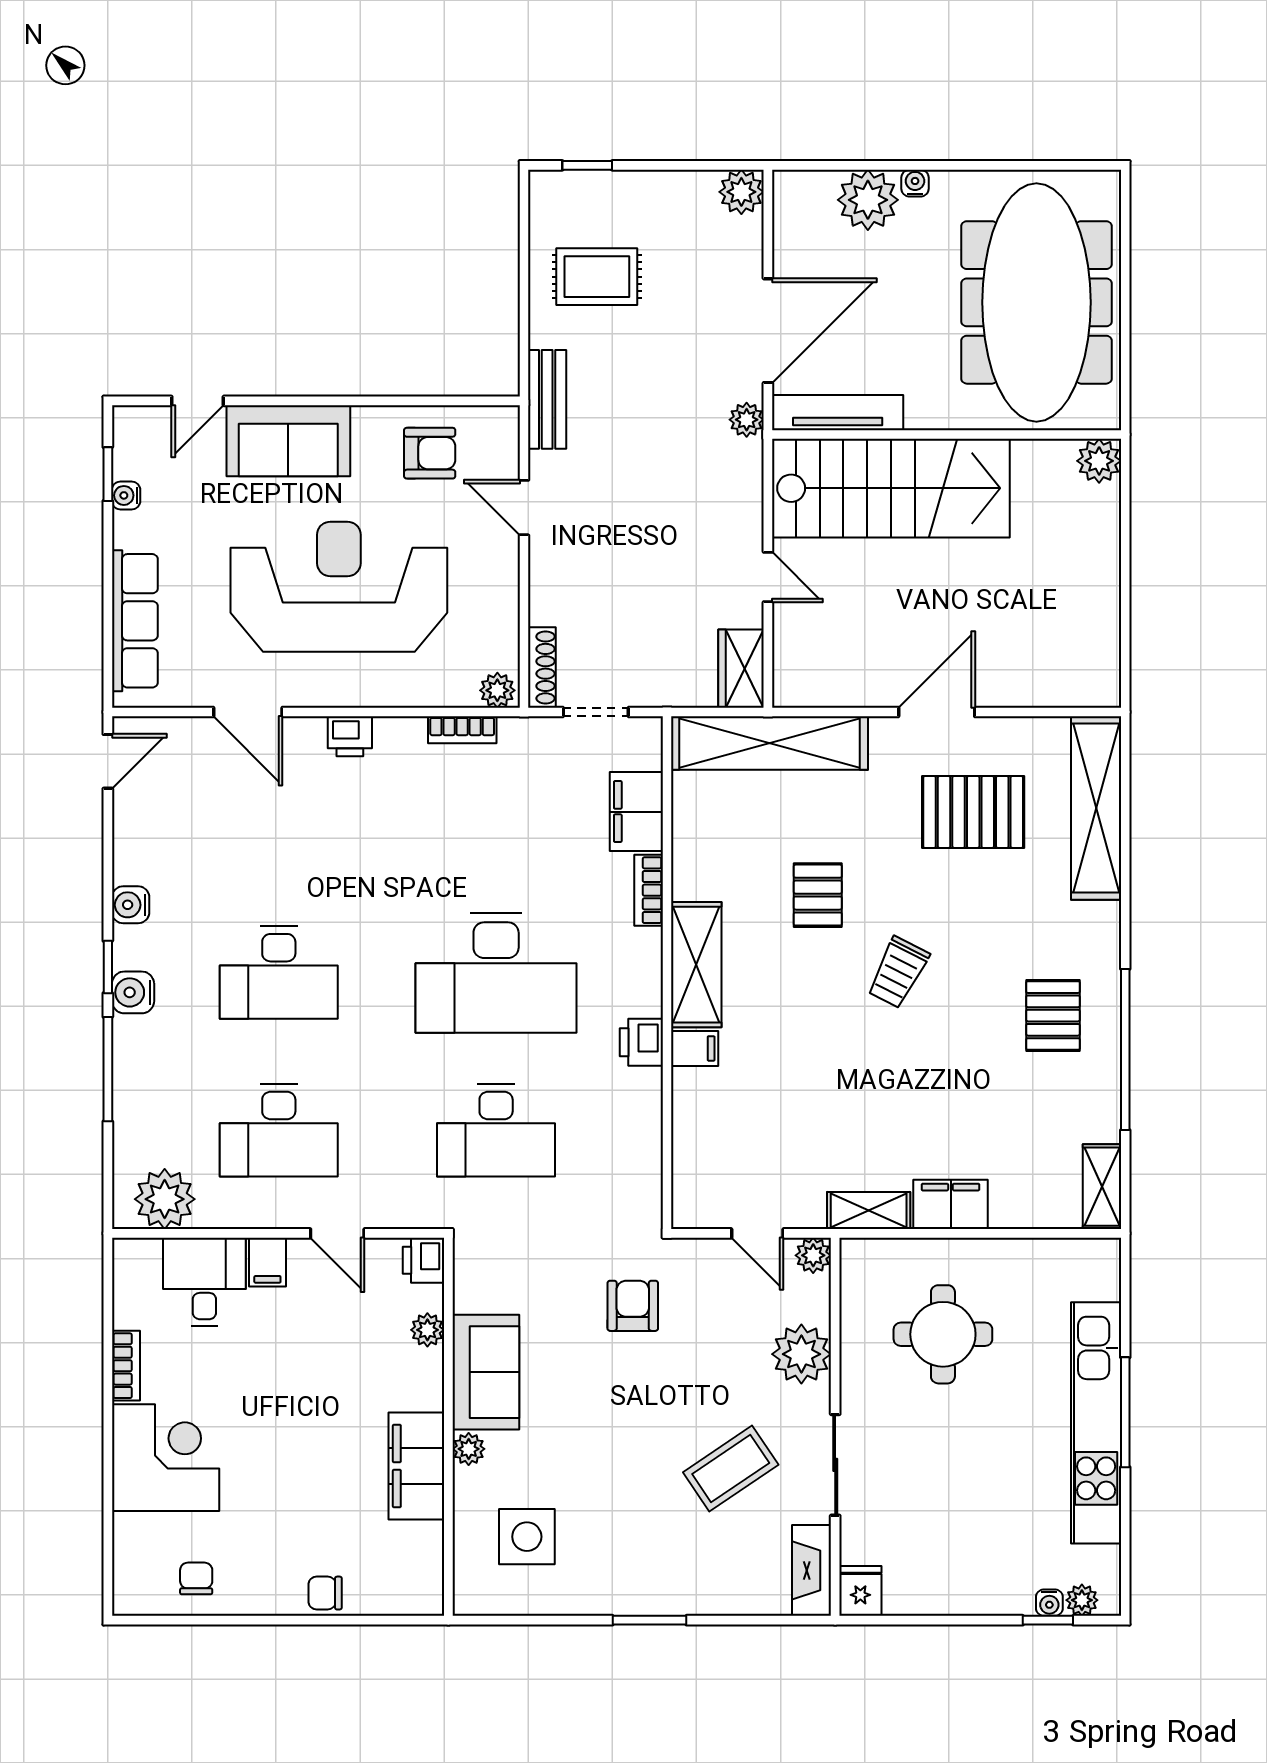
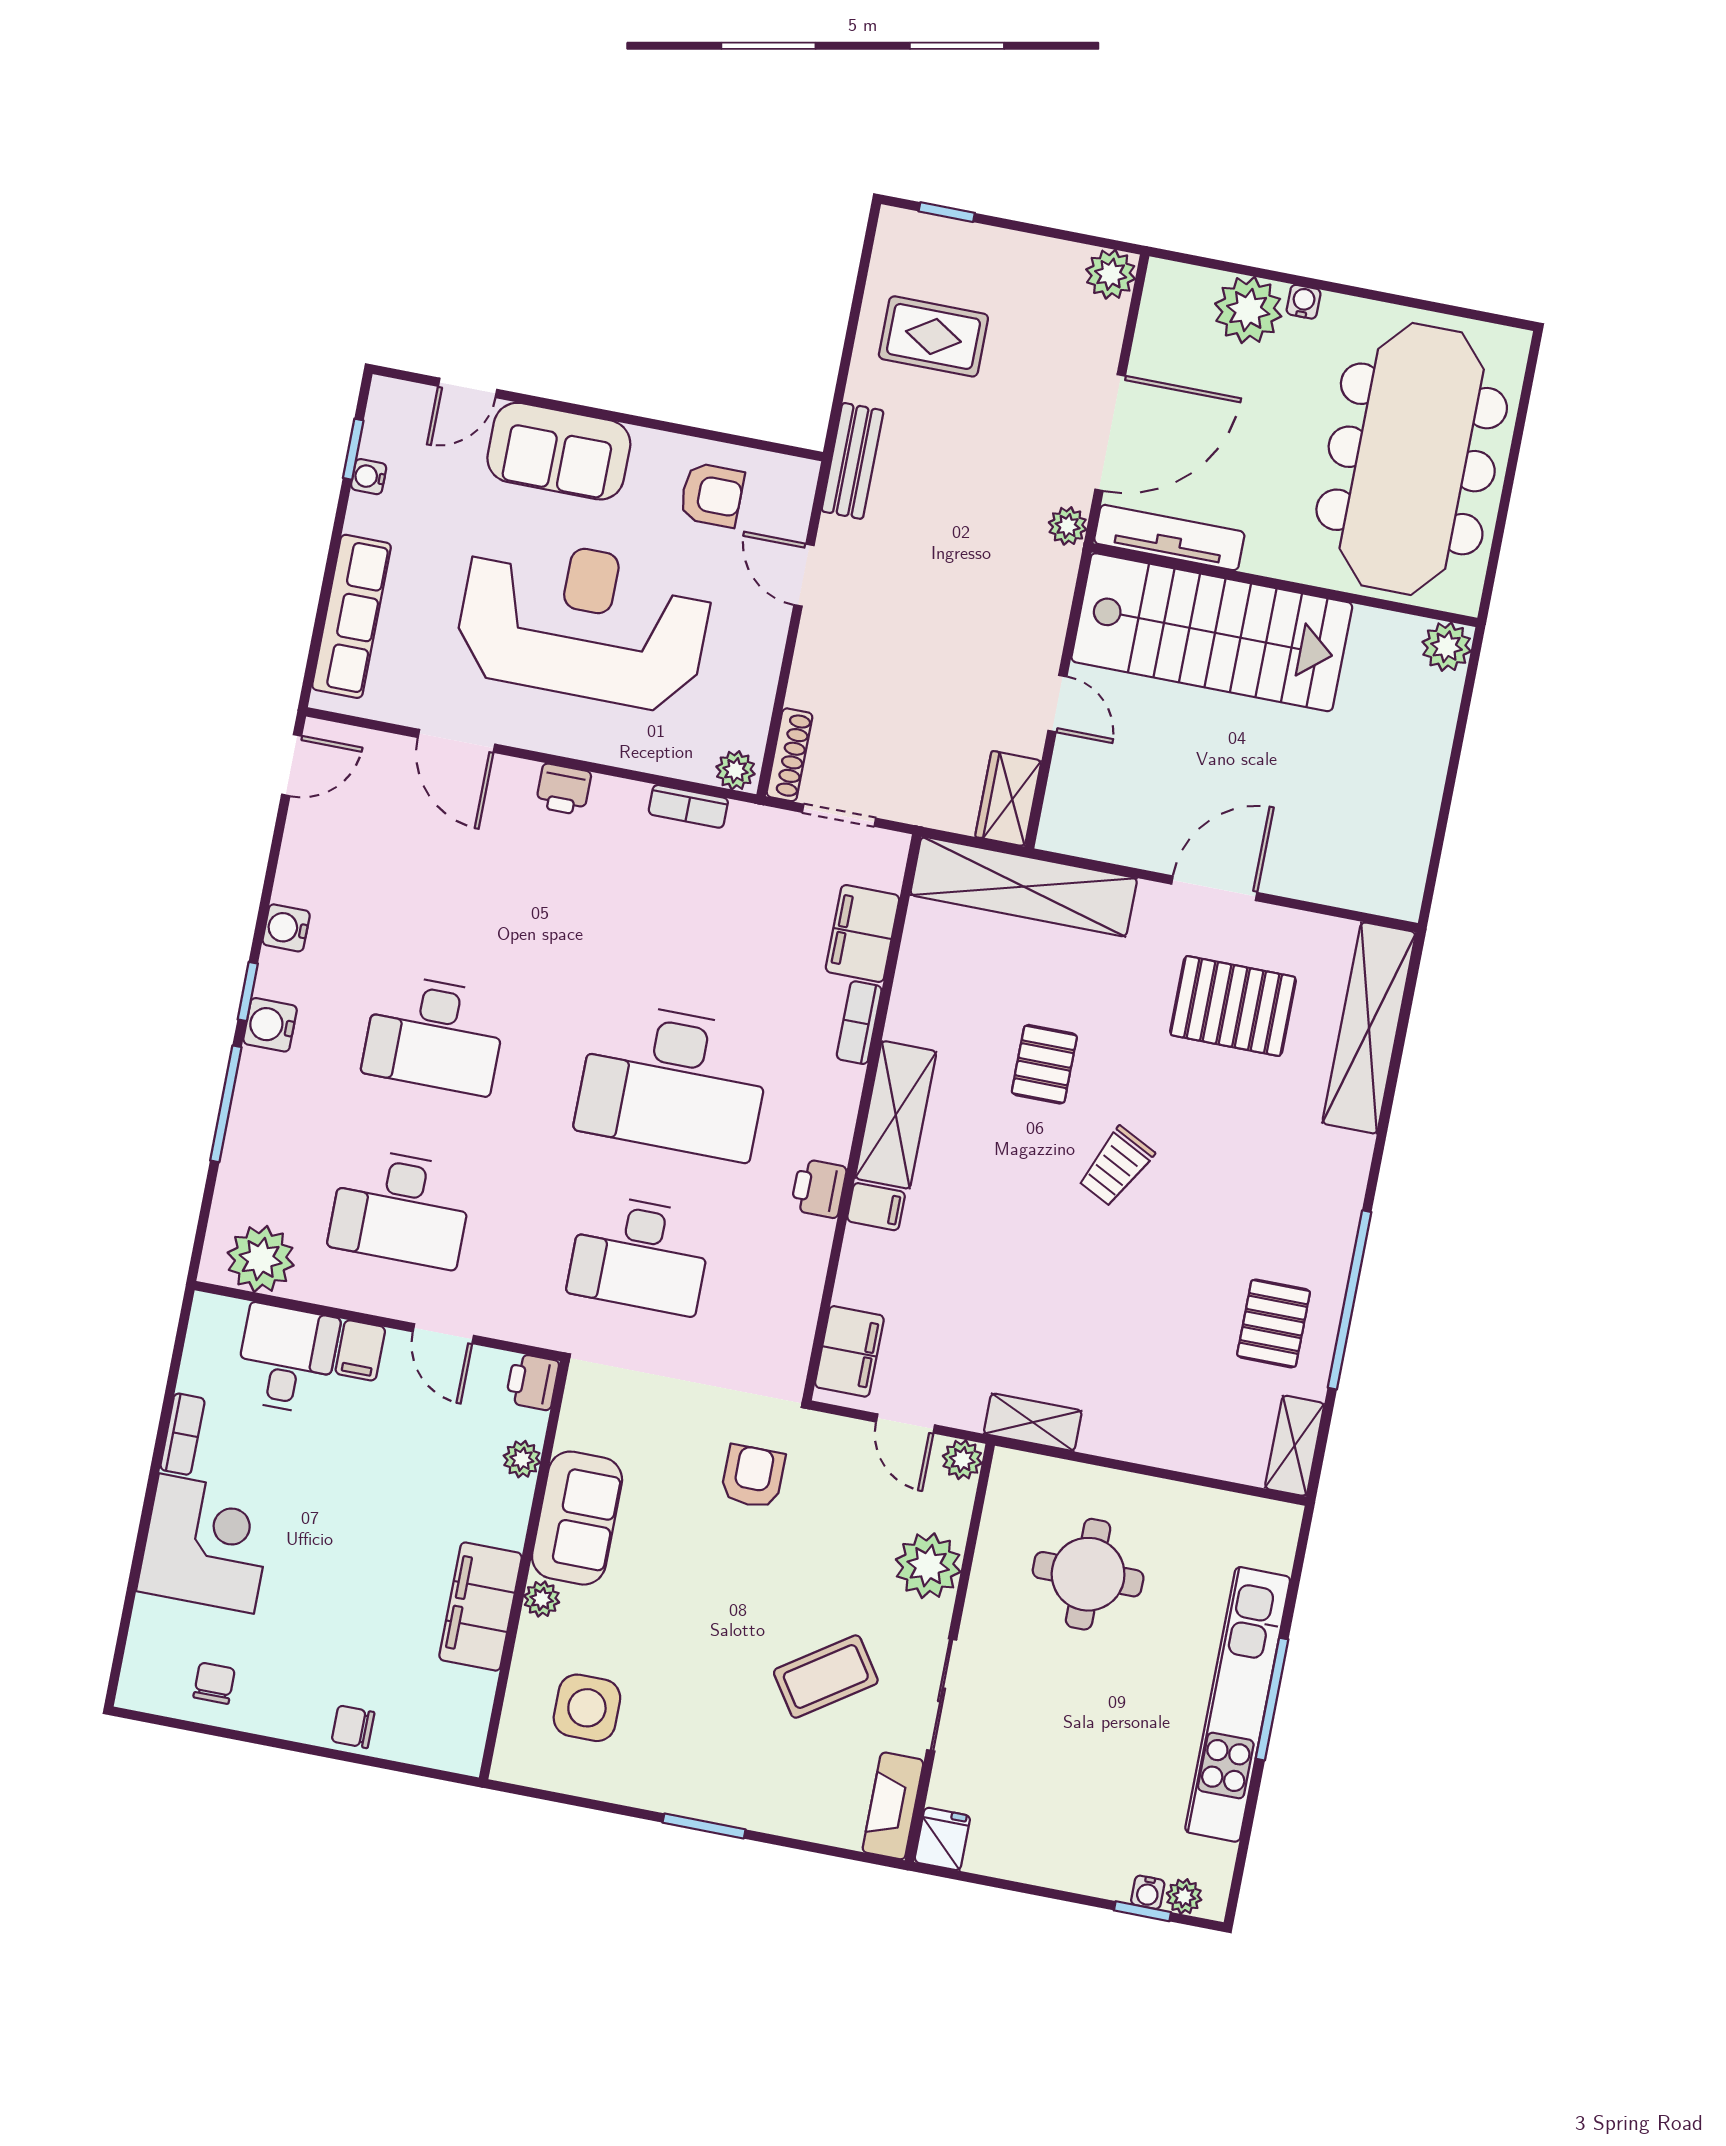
pallet: (1053, 1016) -> (1274, 1323), moved
filing cabinet: (951, 1204) -> (849, 1351), moved, turned 90

